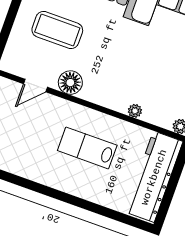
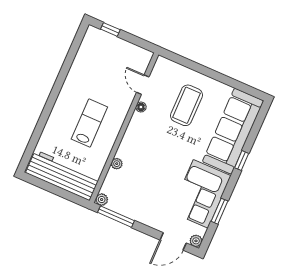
floor lamp: (70, 83) -> (141, 107), width x0.53, depth x0.53

